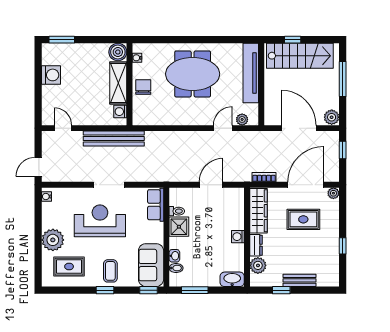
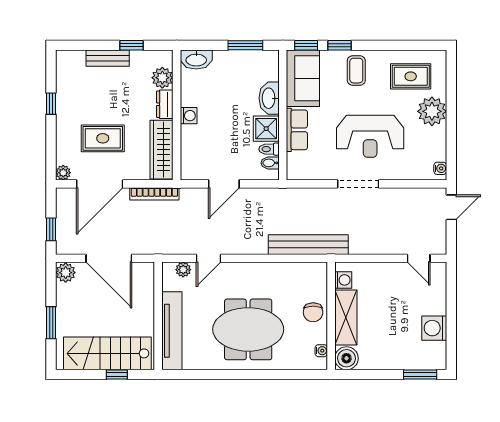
window: (343, 79) -> (51, 323), width x0.69
bench: (114, 138) -> (308, 245), moved
bookcase: (264, 177) -> (154, 194), width x1.56
row of seats: (156, 205) -> (297, 130), moved
washbasin: (174, 256) -> (269, 98), width x1.91, depth x1.45
bidet: (176, 268) -> (270, 163), moved
window: (105, 290) -> (340, 45), moved

